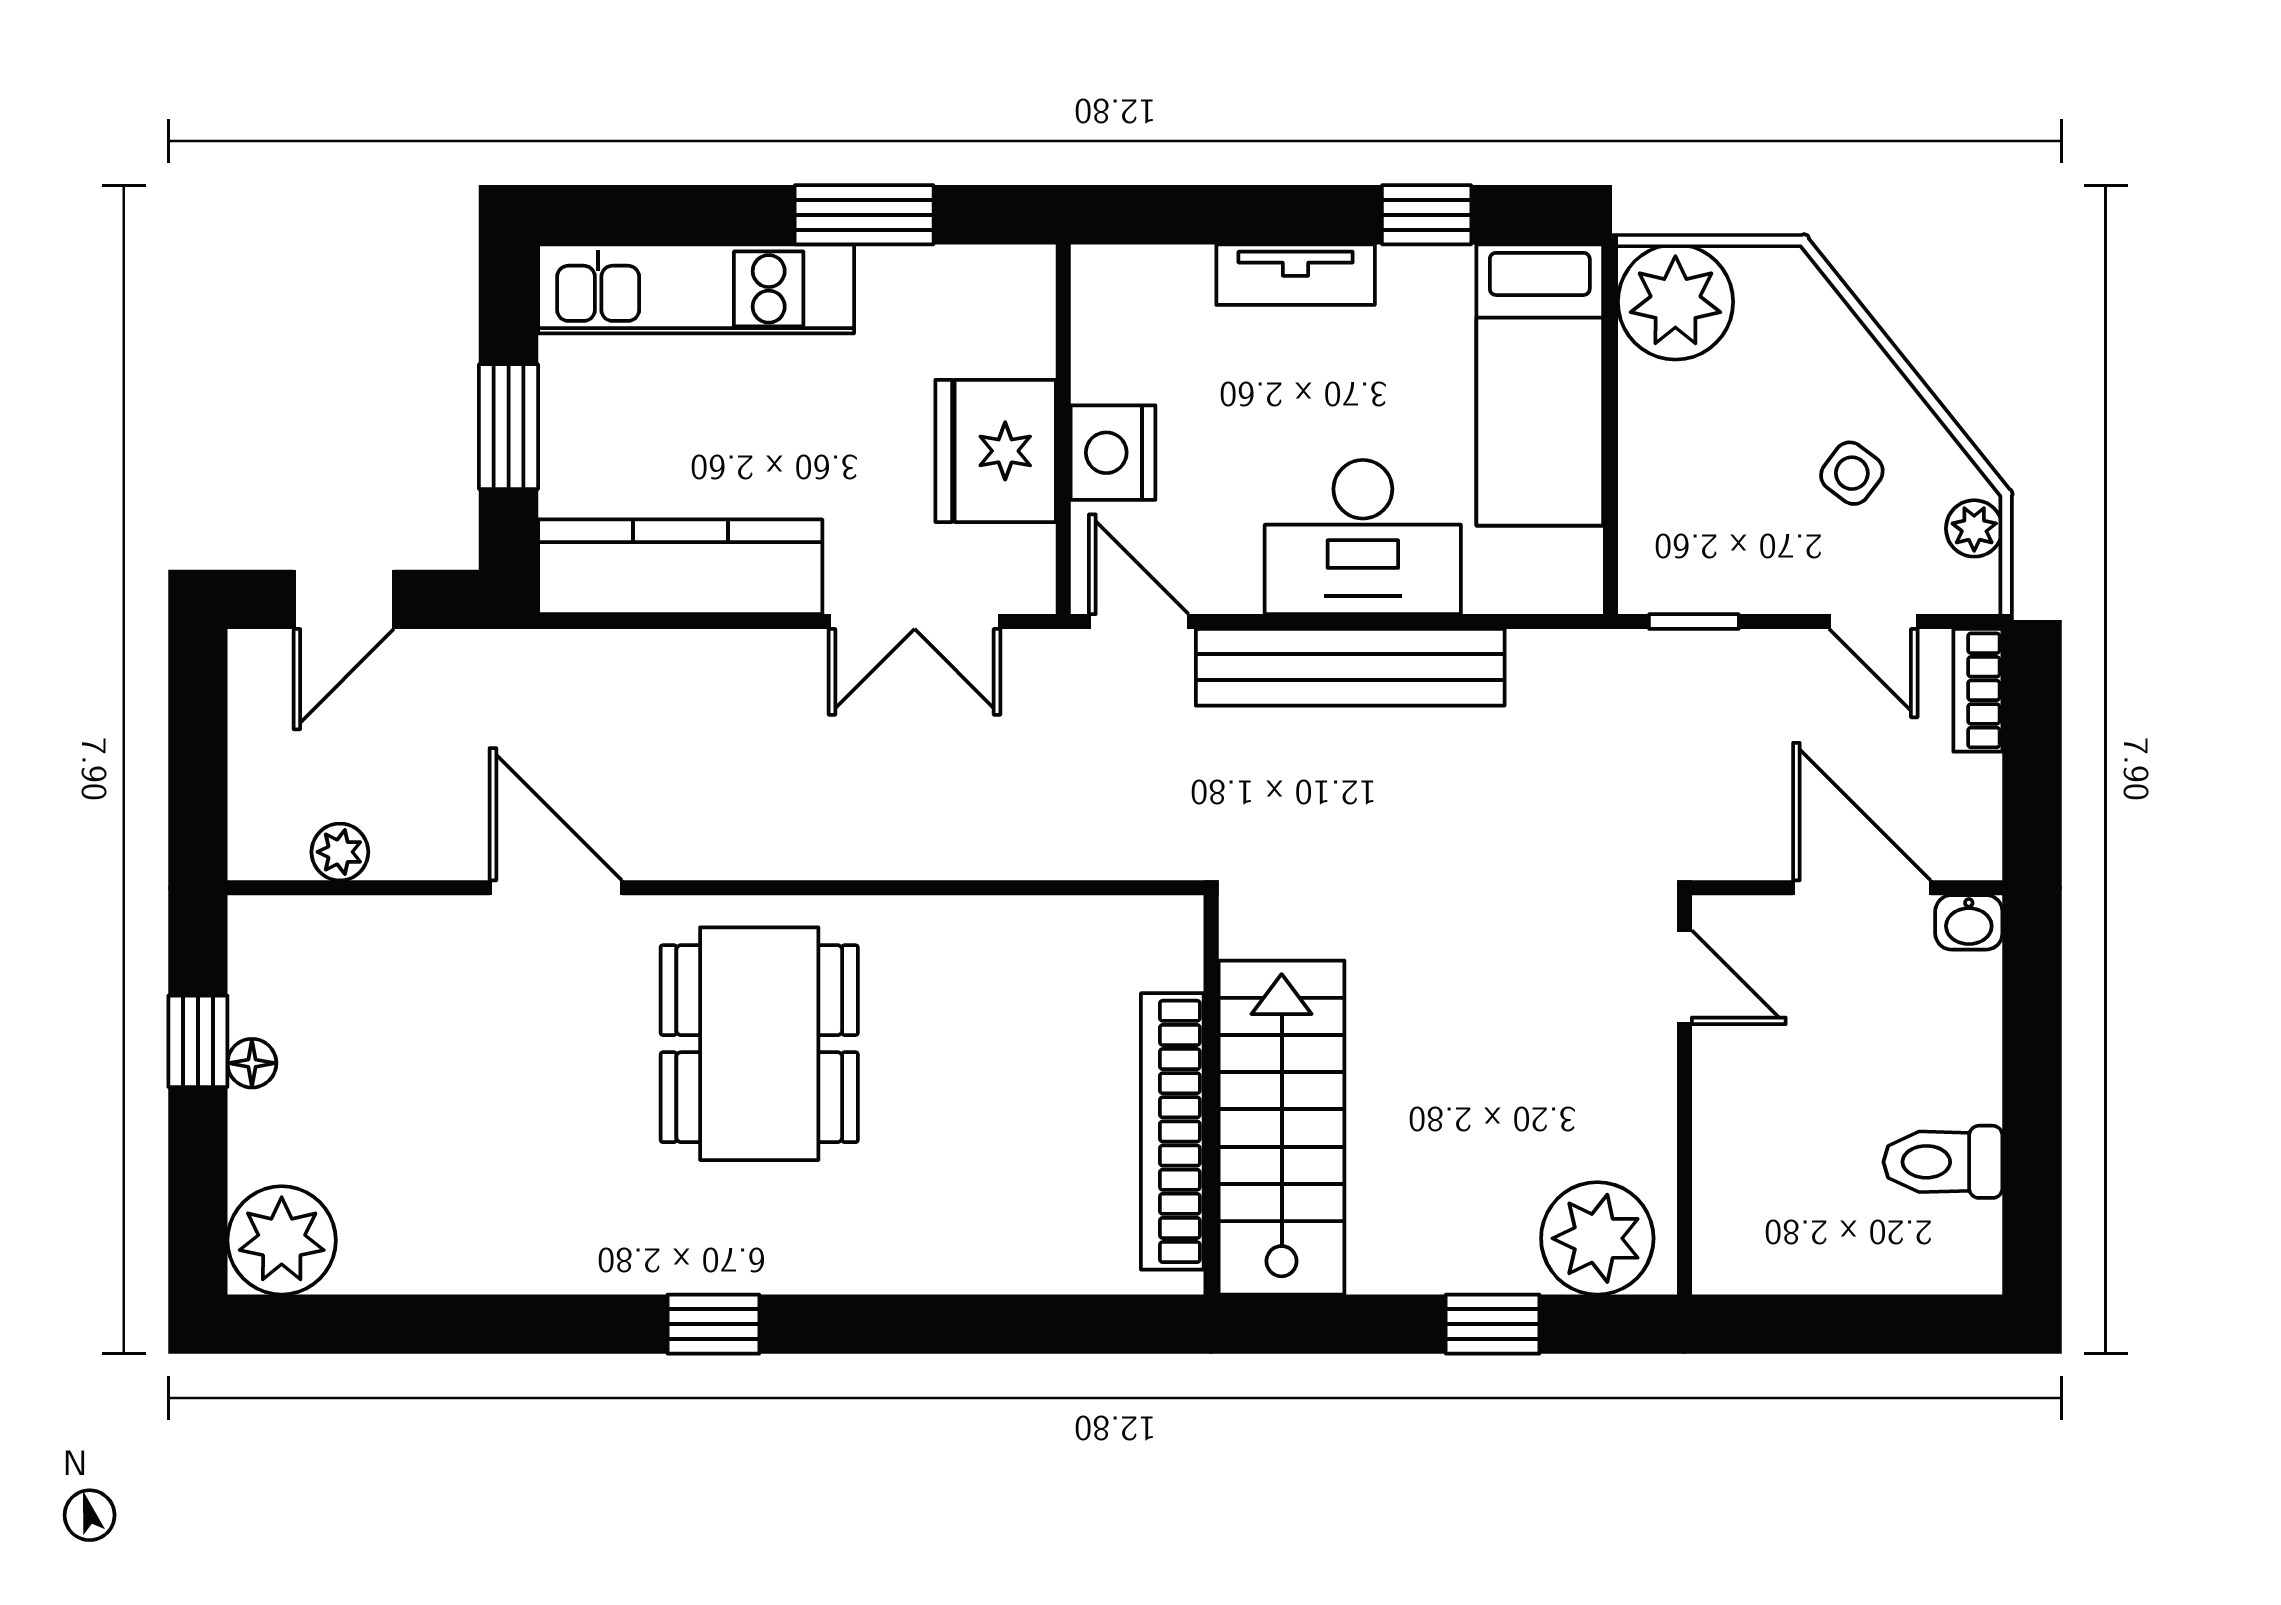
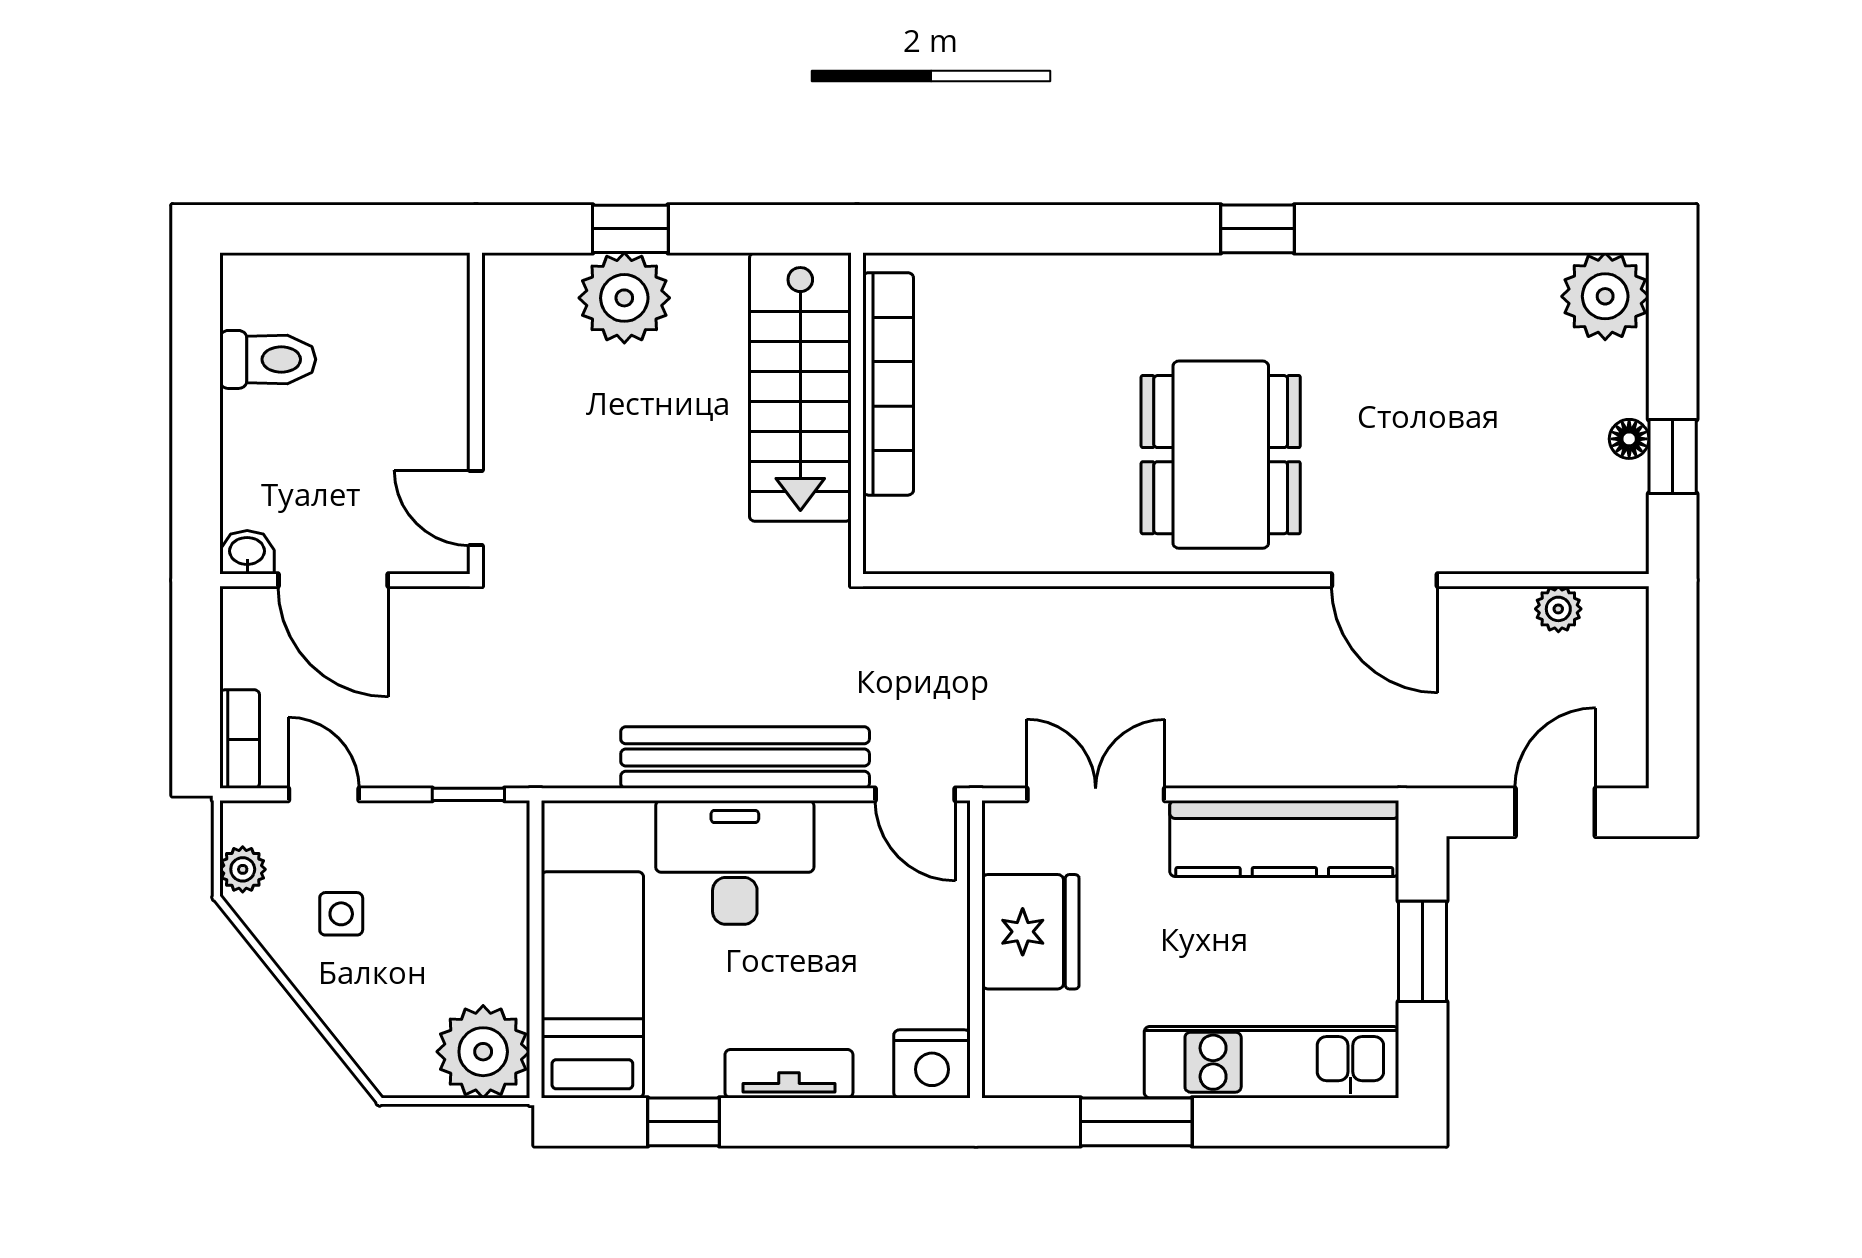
nightstand: (1113, 453) -> (932, 1064), moved, turned 90
side table: (1852, 473) -> (341, 914), turned -37
plant: (1597, 1238) -> (624, 298), moved

